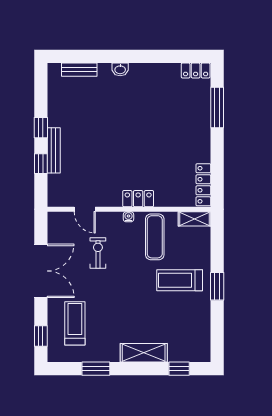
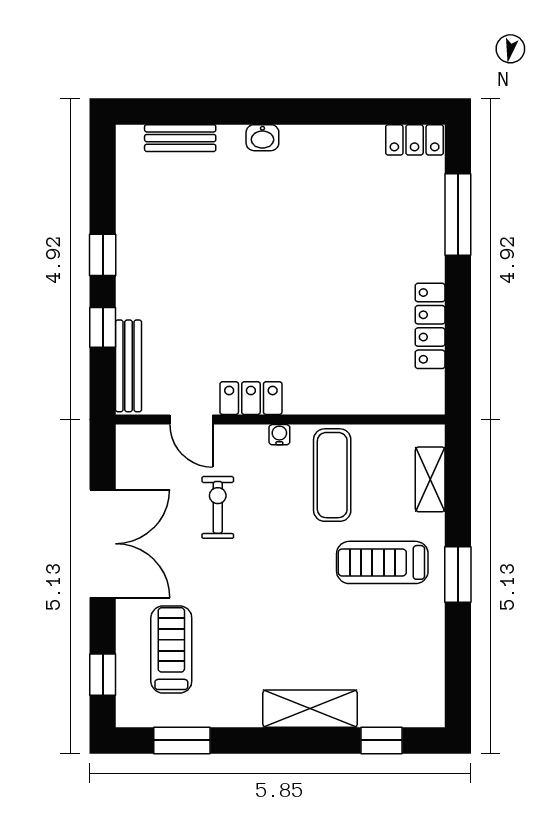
bench: (54, 150) -> (129, 366), moved
locker: (203, 185) -> (430, 326), moved
locker: (138, 199) -> (251, 398), moved
shelving: (194, 219) -> (430, 479), moved, turned 90
window: (96, 369) -> (182, 740), moved

